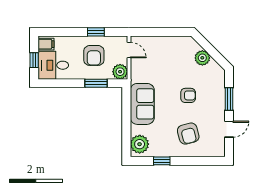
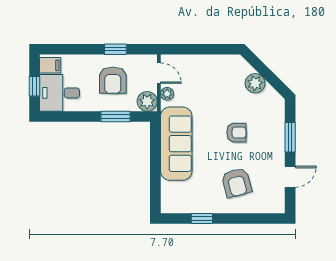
sofa: (142, 104) -> (176, 144), width x1.36
plant: (140, 144) -> (167, 94), moved, width x0.53, depth x0.53

